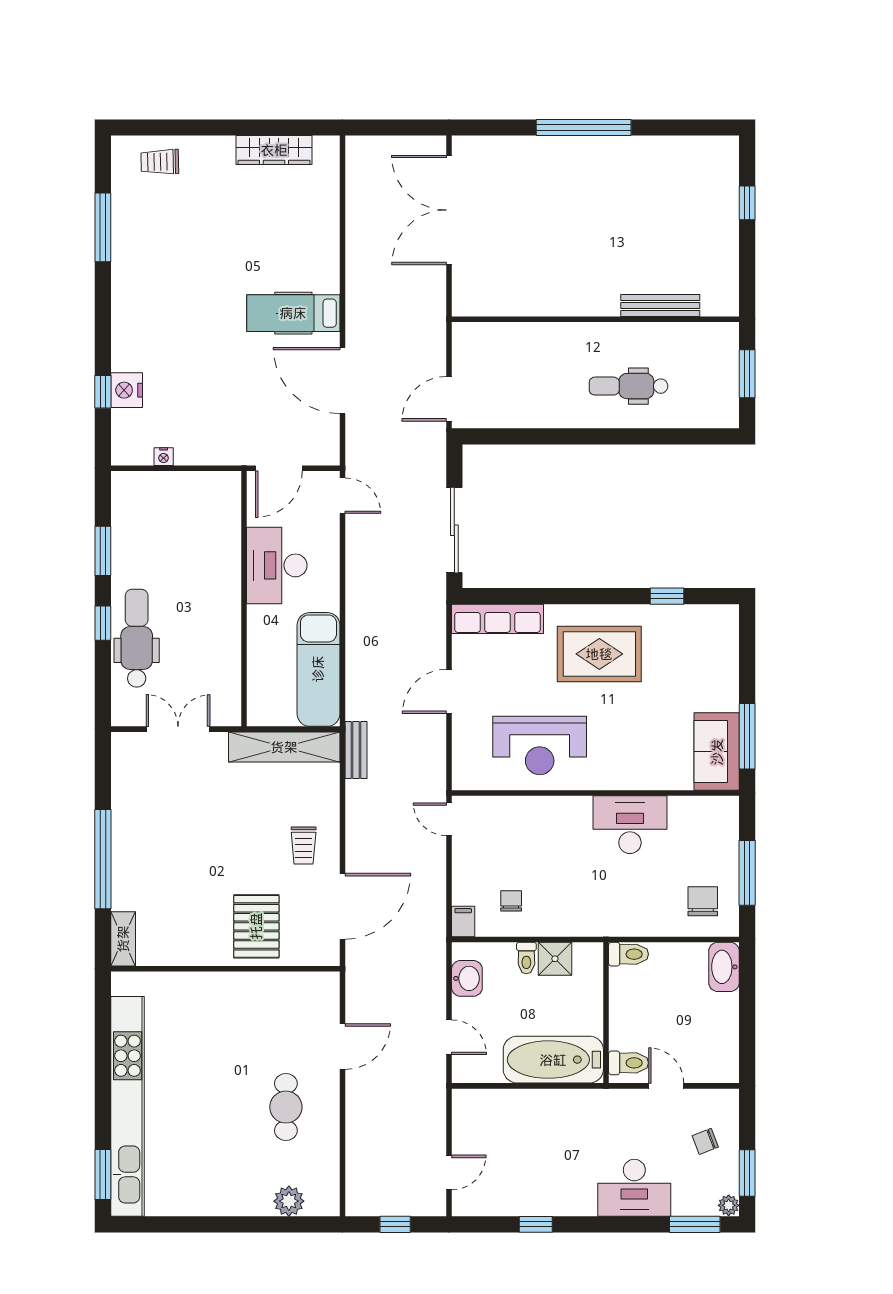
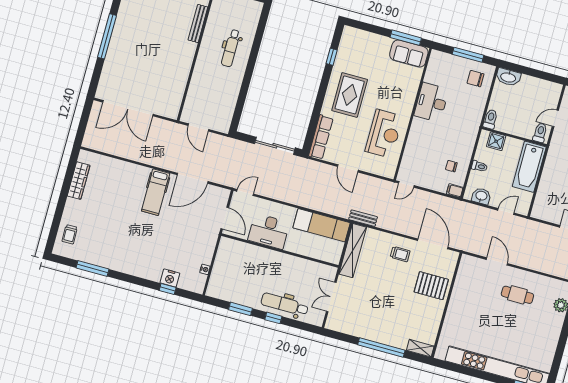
door: (449, 399) -> (198, 127), moved
shower: (555, 959) -> (496, 141), moved

